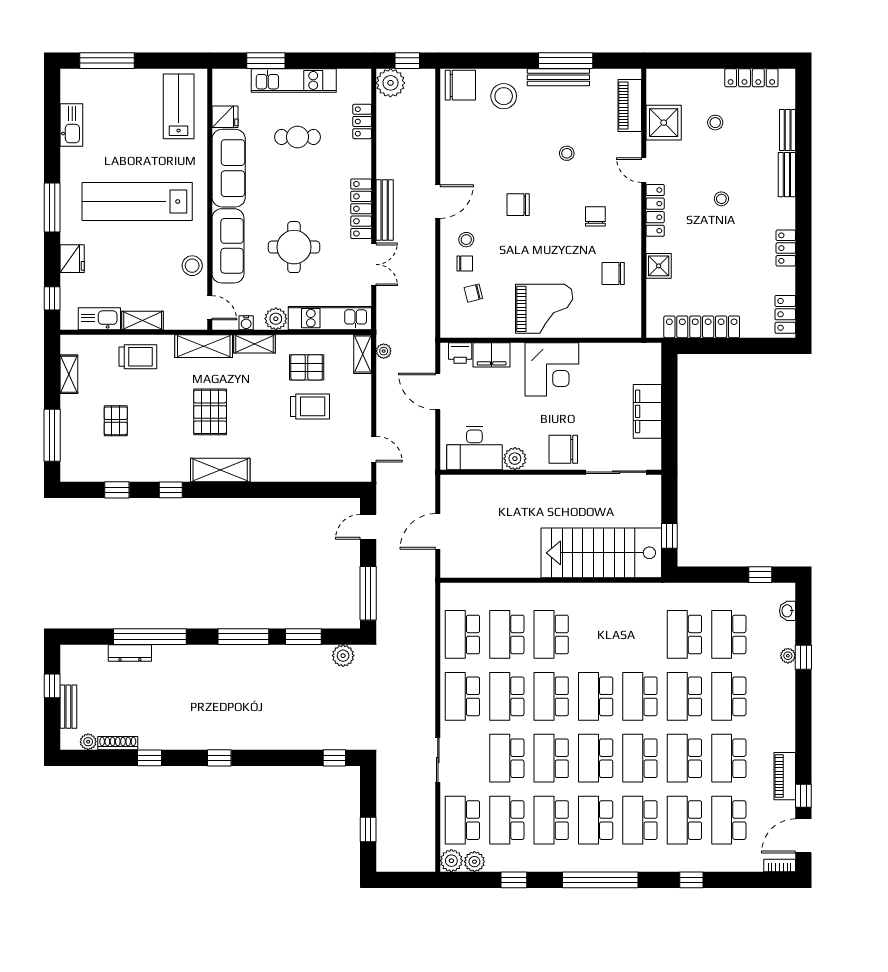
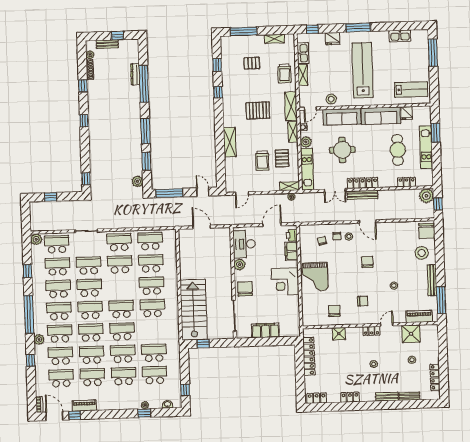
window: (566, 61) -> (441, 300), moved
cafe table: (298, 137) -> (398, 150), width x1.37, depth x1.35
locker: (655, 210) -> (371, 331), width x0.66
shelving: (220, 470) -> (230, 142), moved
school desk: (551, 696) -> (152, 308), moved
plant: (474, 862) -> (39, 339), moved

